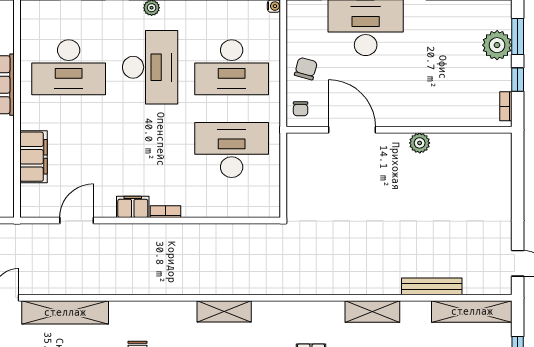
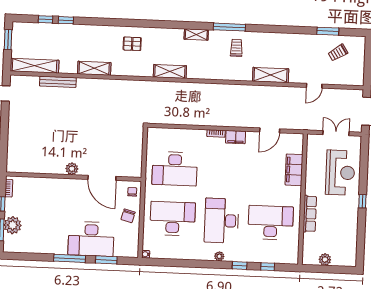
plant: (420, 143) -> (72, 169), moved
shelving: (224, 311) -> (170, 71), moved
shelving: (65, 312) -> (271, 75), width x0.68

